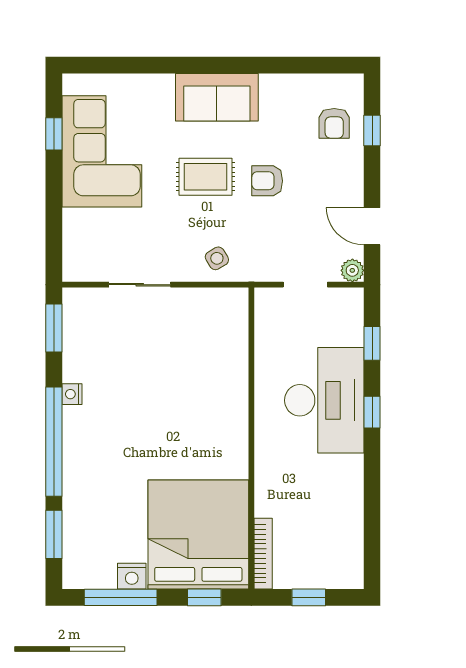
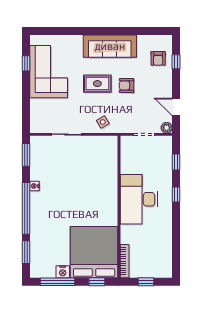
sofa: (217, 97) -> (110, 46), width x1.36
desk: (324, 400) -> (139, 199), moved, turned 180

